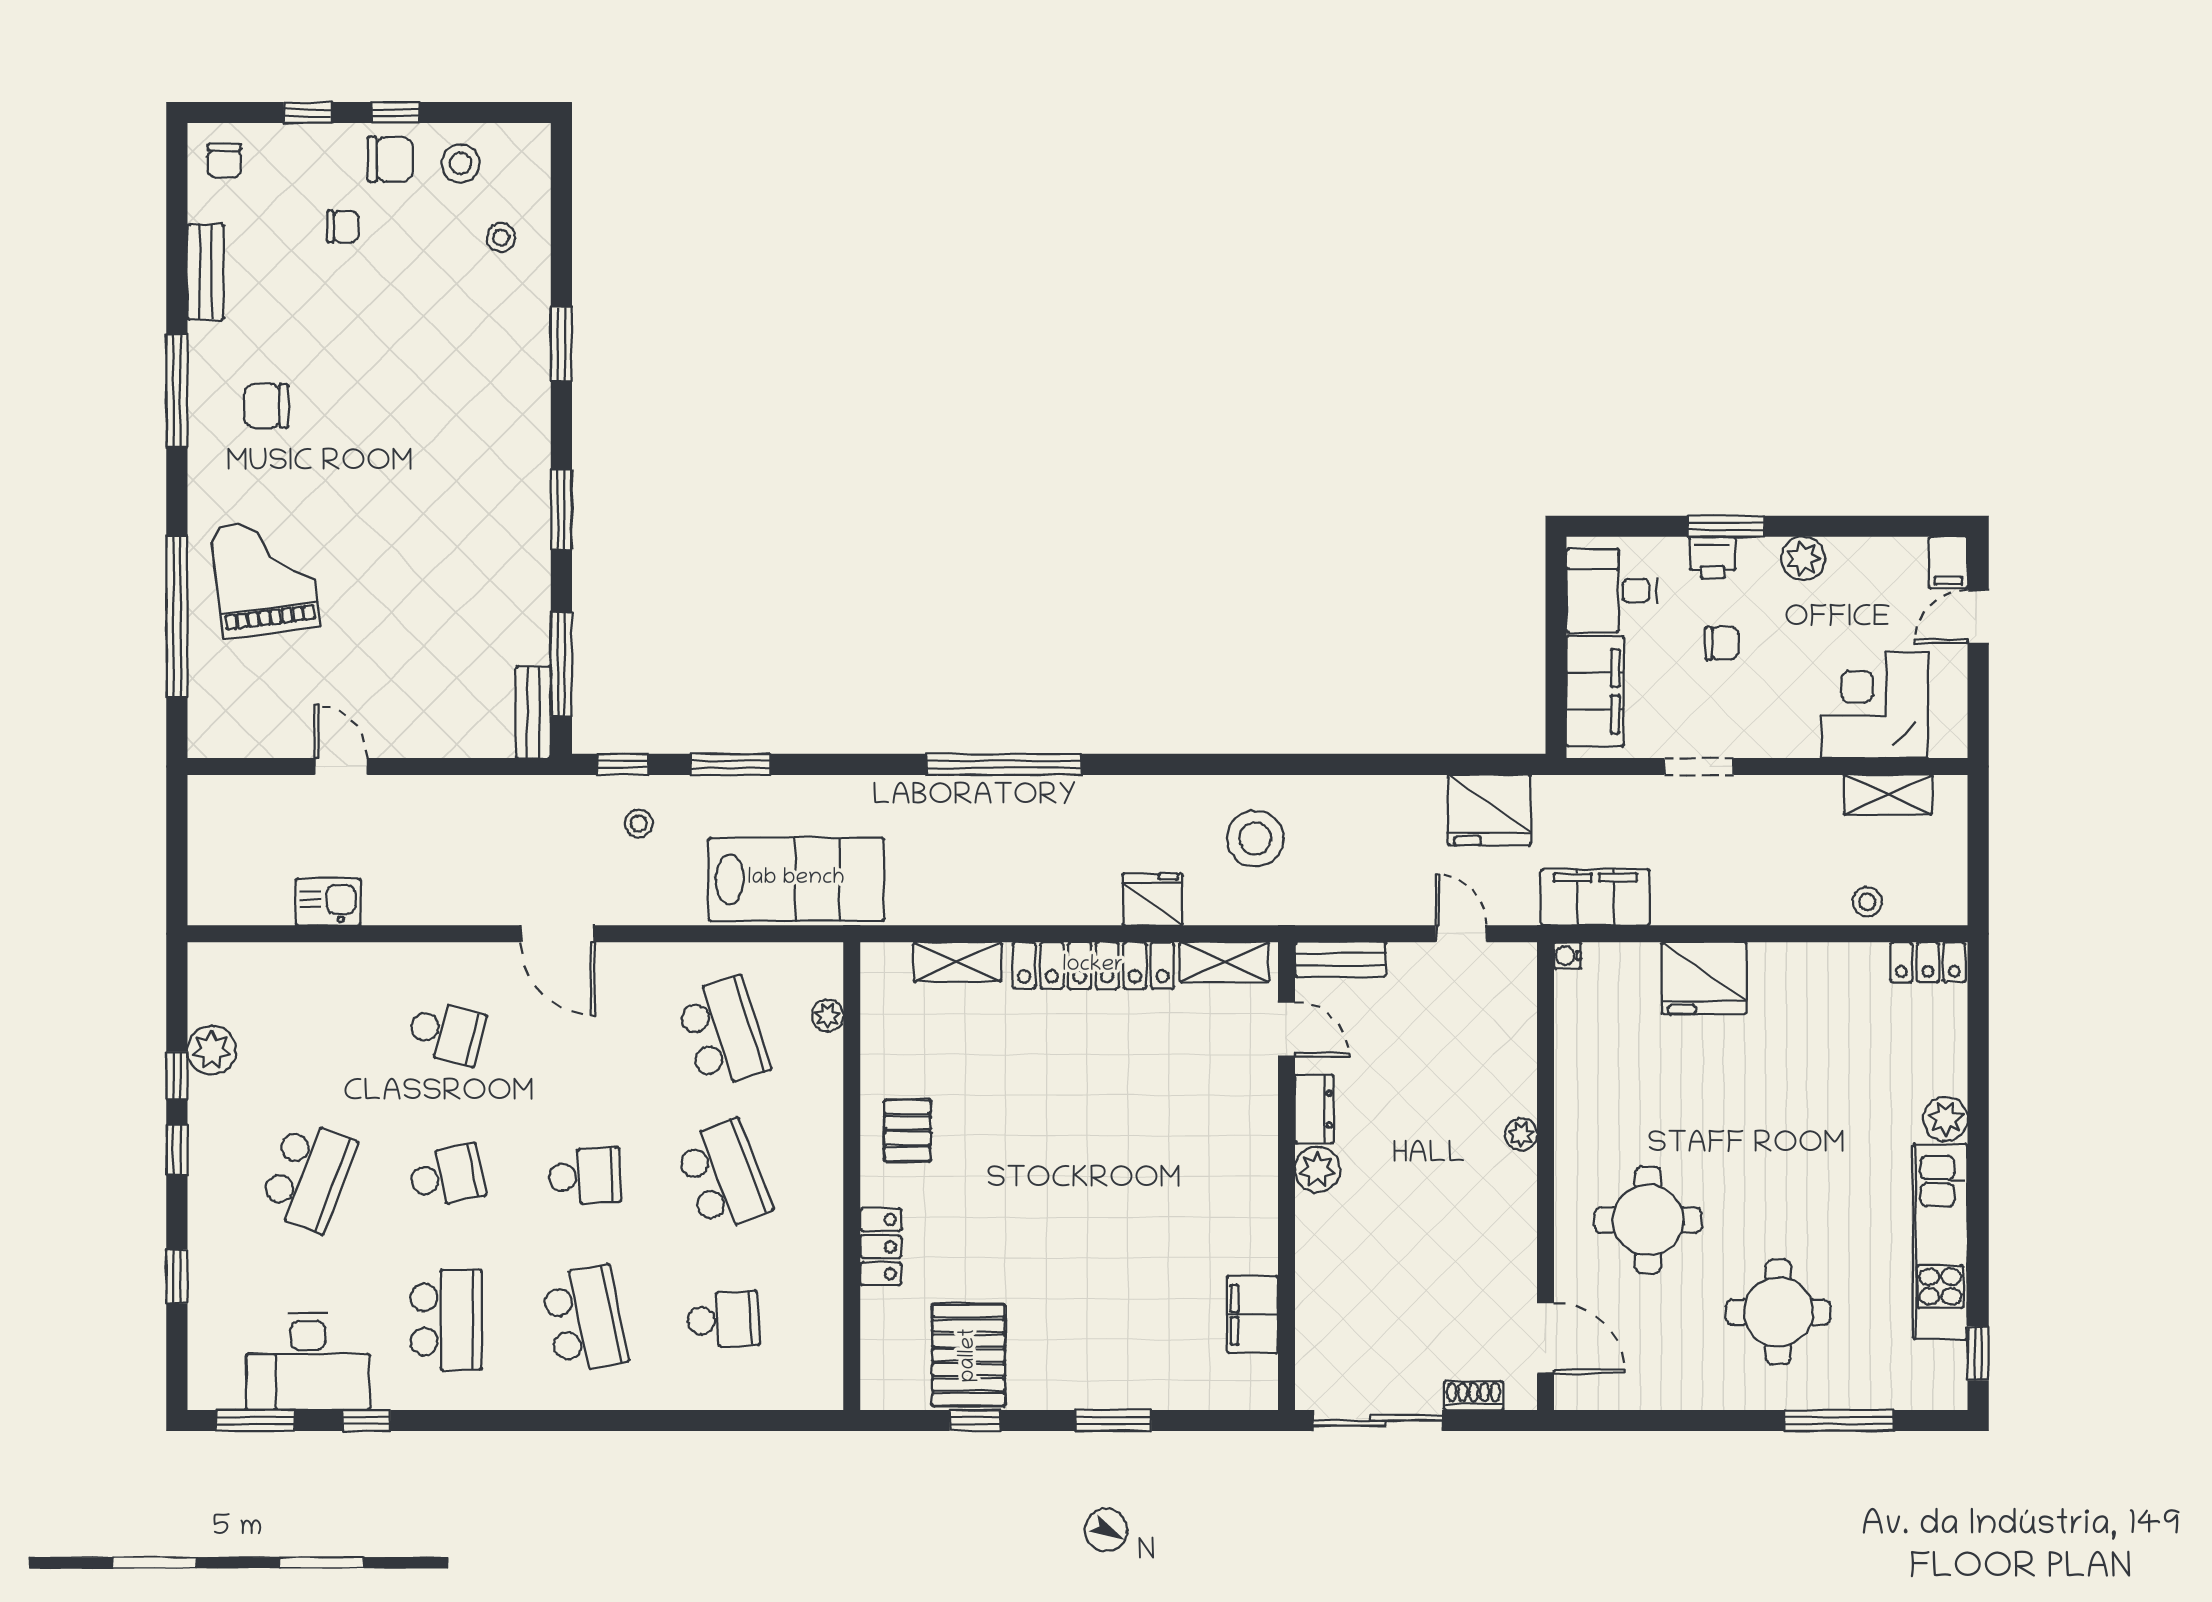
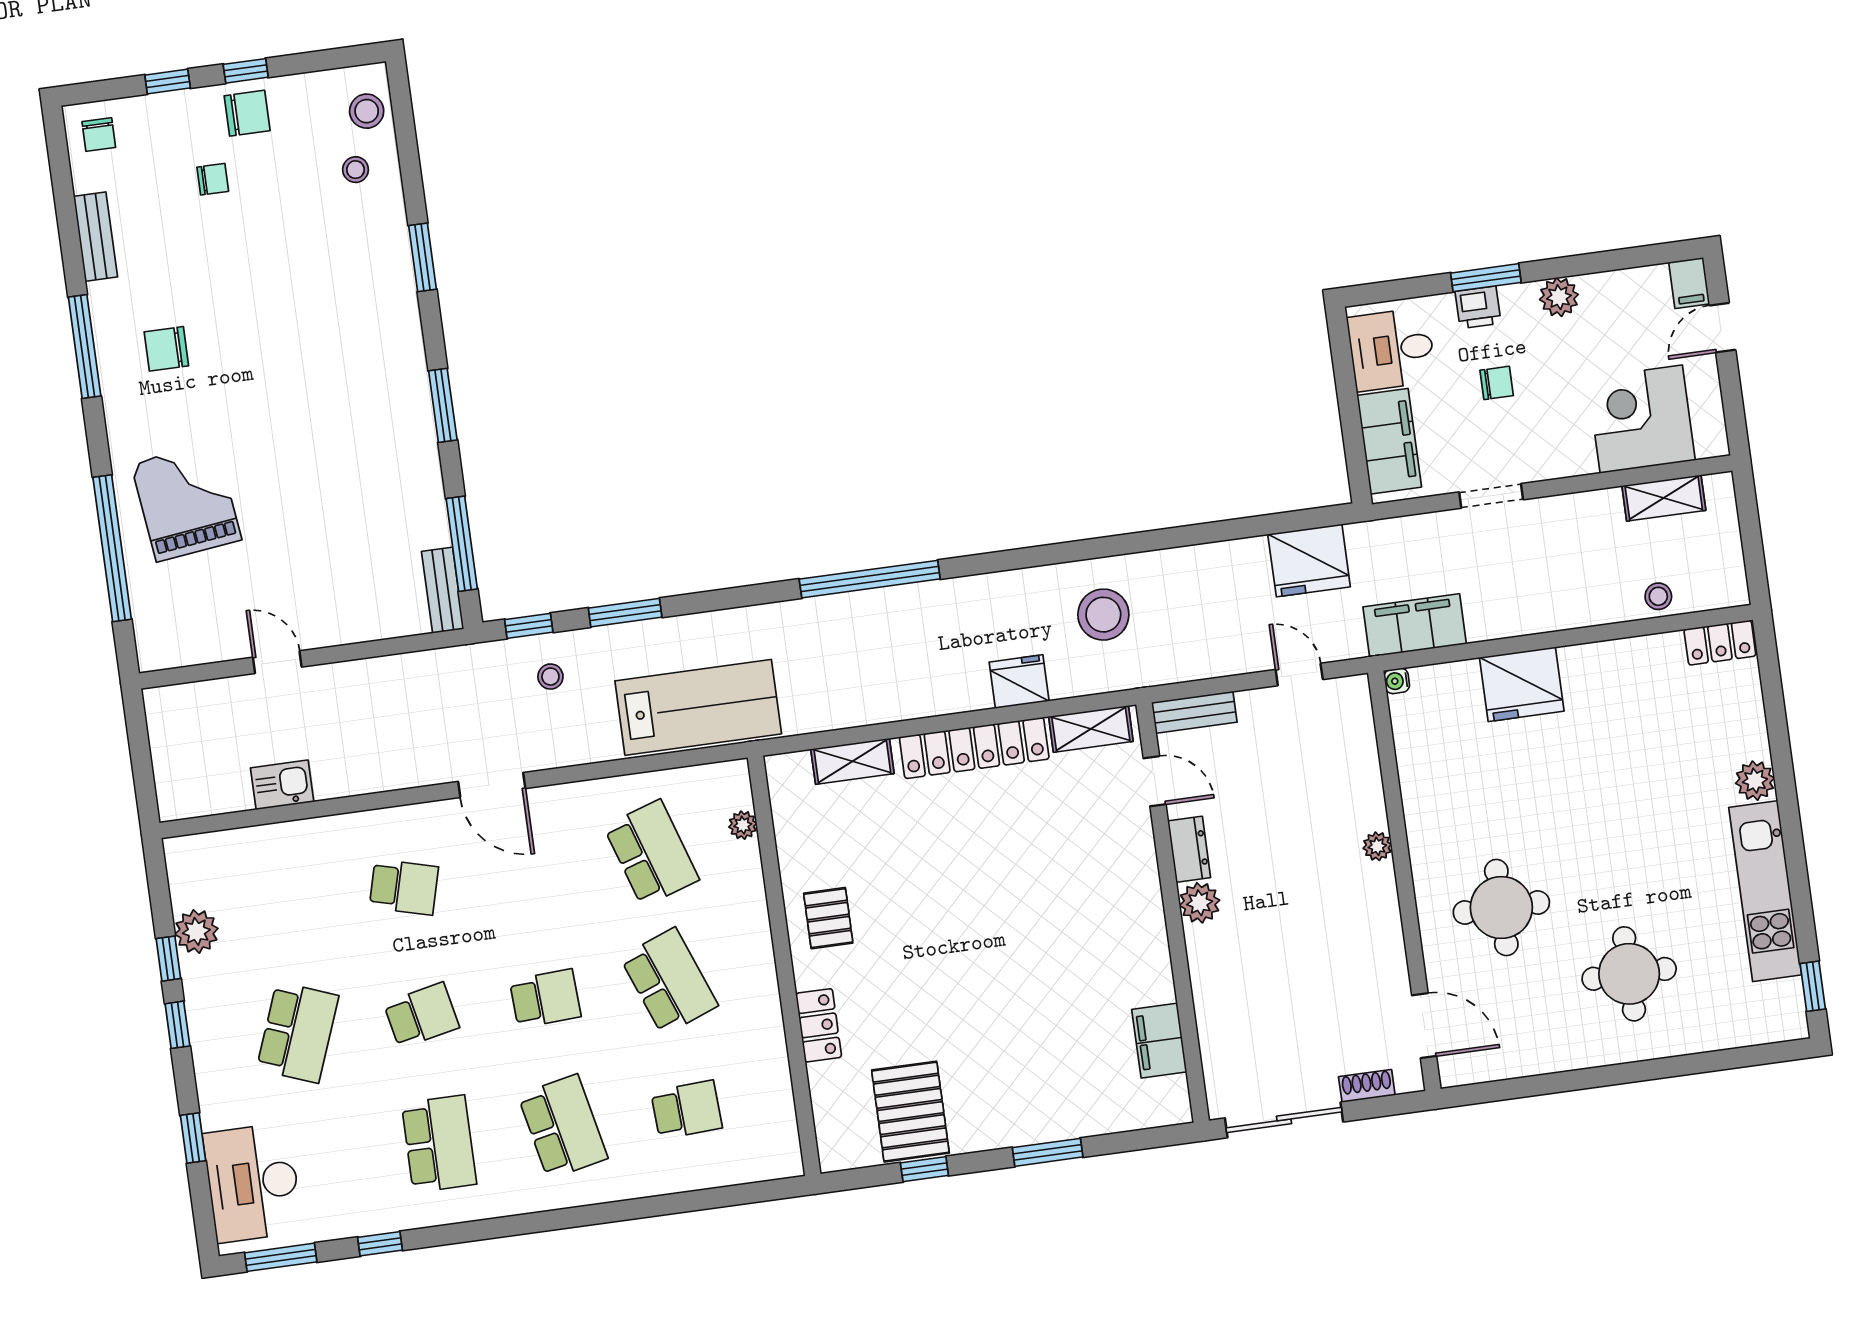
stool: (461, 163) -> (367, 111), moved
desk: (308, 1362) -> (253, 1183), moved, turned 90
window: (1839, 1421) -> (1697, 1063), removed

